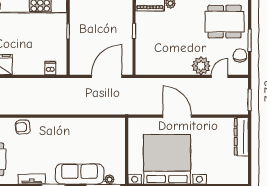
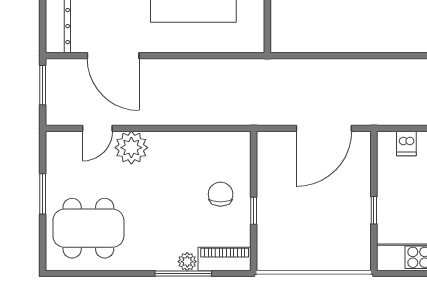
chair: (240, 55) -> (221, 194), moved, turned 180
door: (107, 76) -> (324, 128), moved
door: (177, 116) -> (113, 56), moved

